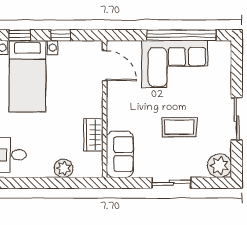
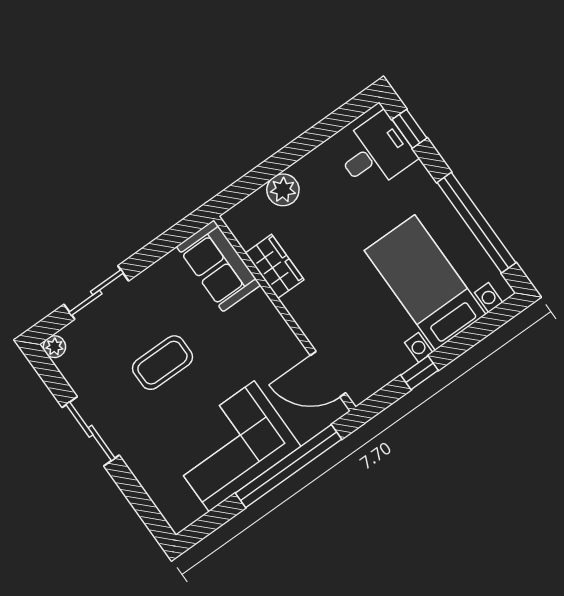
window: (19, 35) -> (477, 332), removed
window: (182, 35) -> (289, 466), moved
plant: (220, 166) -> (54, 347), width x0.53, depth x0.53
sliding door: (171, 183) -> (96, 293), moved

